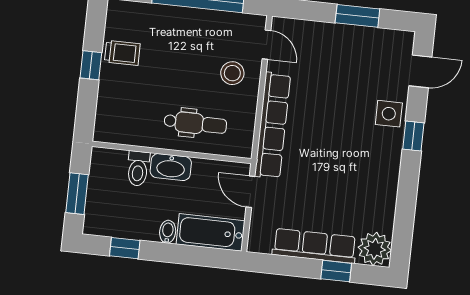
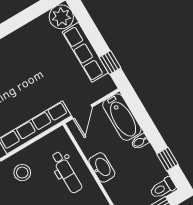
dental chair: (195, 123) -> (67, 172), turned 180
toilet: (138, 168) -> (163, 188), moved, turned 180
window: (336, 271) -> (110, 62), moved

